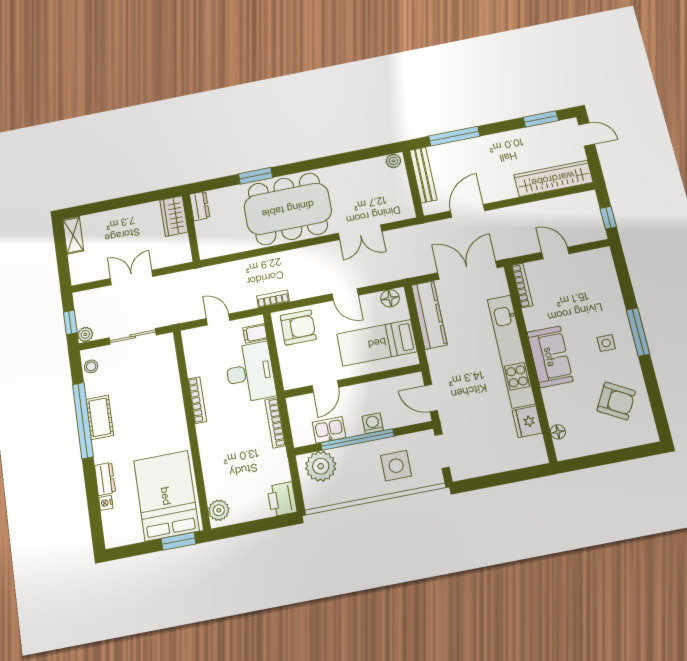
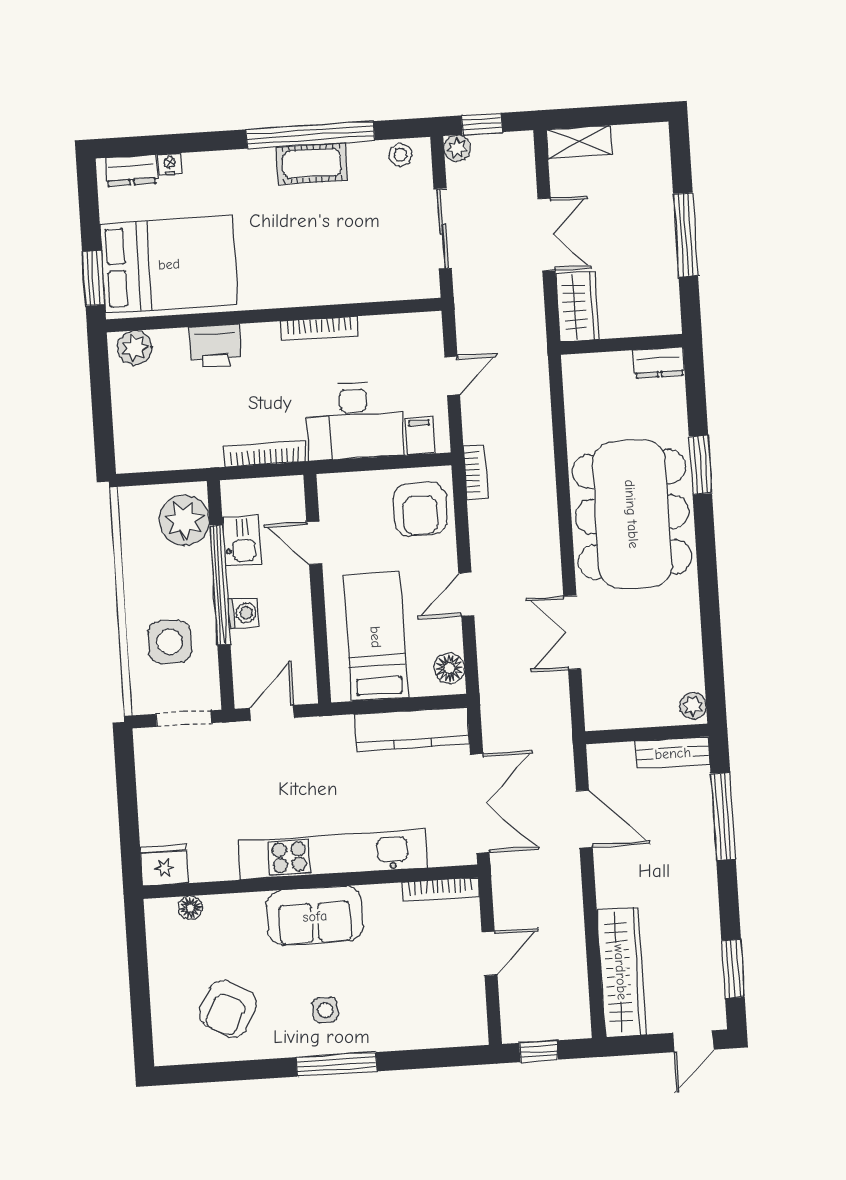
bench: (423, 175) -> (673, 753), width x0.73
window: (126, 202) -> (686, 235), added
wardrobe: (174, 216) -> (577, 307), moved, turned 90
shelving: (73, 235) -> (579, 142), moved
fridge: (527, 422) -> (164, 865), moved
dresser: (105, 479) -> (131, 171), moved
printer: (282, 499) -> (215, 346), moved, turned 180

